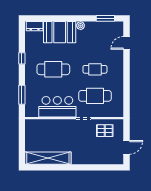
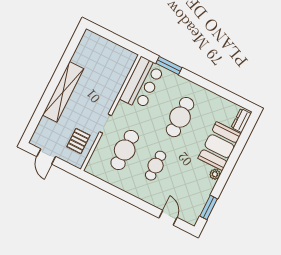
window: (22, 58) -> (211, 87), removed
bar counter: (57, 107) -> (142, 84), moved
shelving: (48, 158) -> (63, 92), moved

